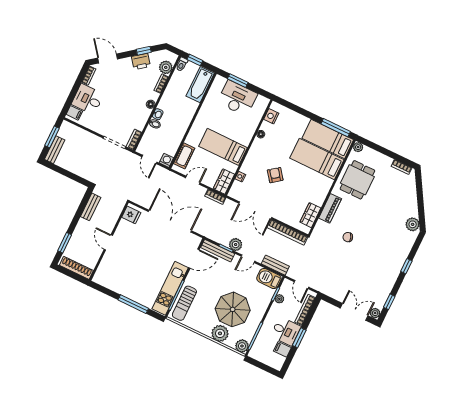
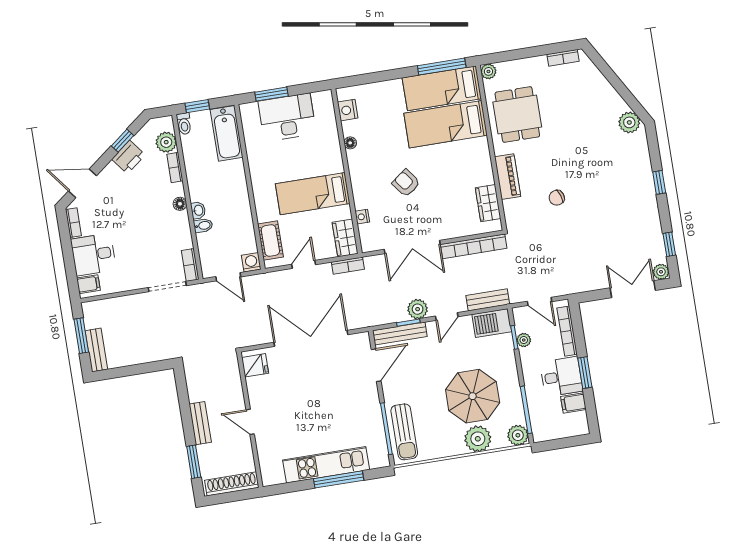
bench: (91, 207) -> (200, 423), moved
kitchen unit: (170, 288) -> (326, 465), moved, turned 90

